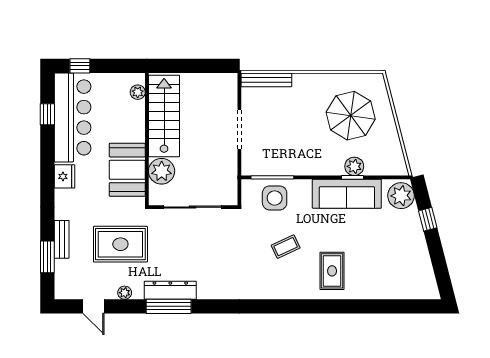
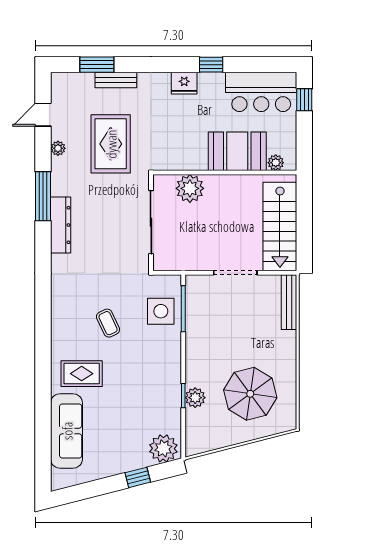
window: (47, 114) -> (211, 65), moved
stairs: (164, 116) -> (280, 227), moved, turned 90
bar counter: (73, 117) -> (261, 92), width x0.73
booth: (127, 170) -> (237, 151), moved
sofa: (347, 194) -> (67, 431), moved, turned 180
dresser: (170, 290) -> (61, 225), moved

